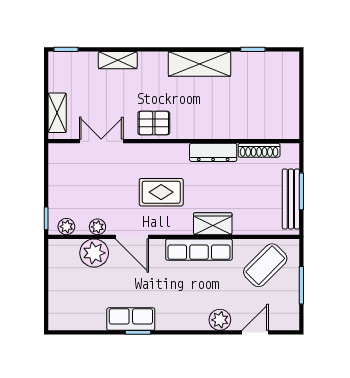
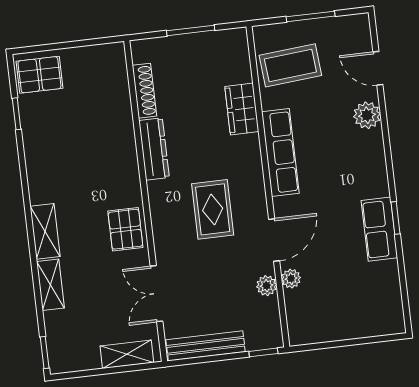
shelving: (199, 64) -> (45, 231), moved, width x0.67, depth x0.75
pallet: (281, 71) -> (39, 75), added
bench: (291, 199) -> (206, 346), moved
wardrobe: (213, 224) -> (242, 109), moved
plant: (66, 227) -> (271, 325), removed
plant: (94, 253) -> (291, 279), width x0.53, depth x0.53
coffee table: (265, 265) -> (290, 65), turned -50

